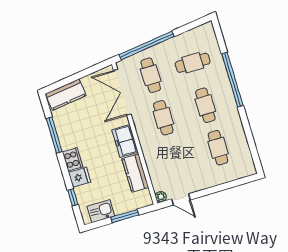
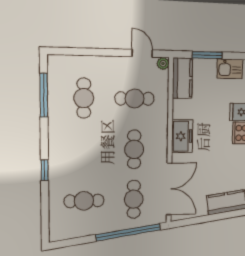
window: (232, 80) -> (45, 170), width x0.32
cafe table: (205, 105) -> (135, 99), moved, turned 90
window: (250, 140) -> (44, 95), added
kitchen counter: (135, 173) -> (182, 78), moved

